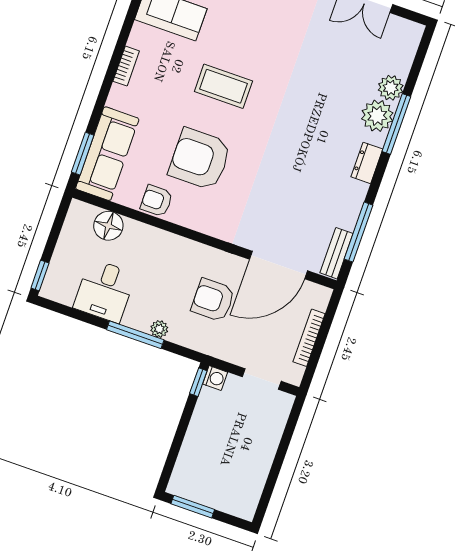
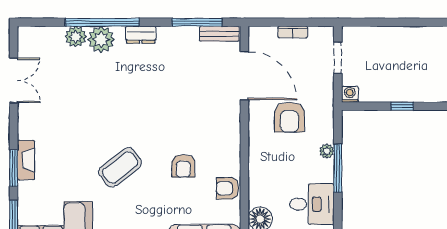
coffee table: (223, 86) -> (120, 167), turned 52
window: (396, 124) -> (102, 22), width x1.46
armchair: (200, 159) -> (183, 166), width x0.53, depth x0.53
armchair: (157, 201) -> (228, 188), turned 90
bookcase: (309, 338) -> (293, 32), width x0.64
window: (198, 382) -> (402, 106), moved

